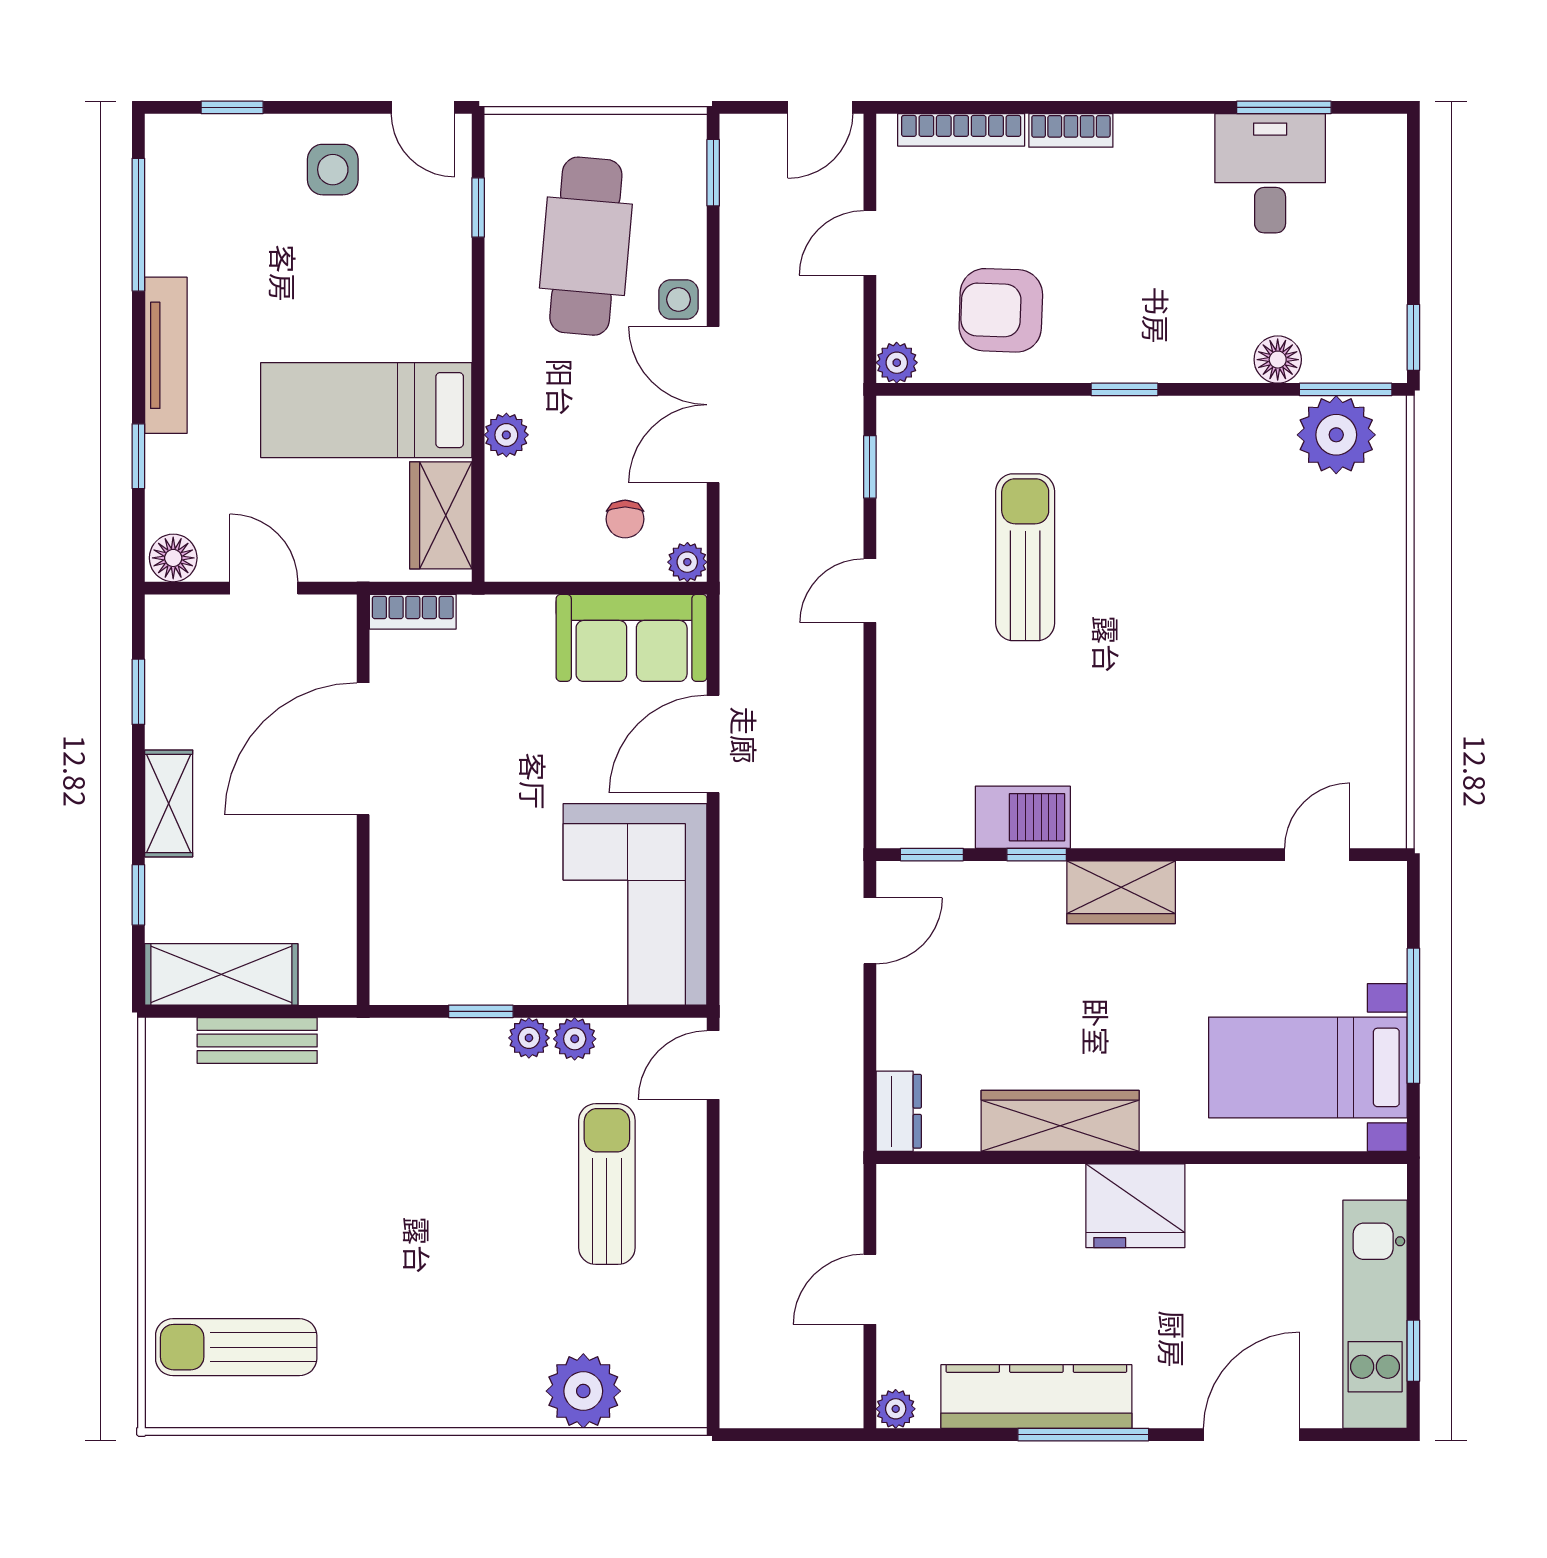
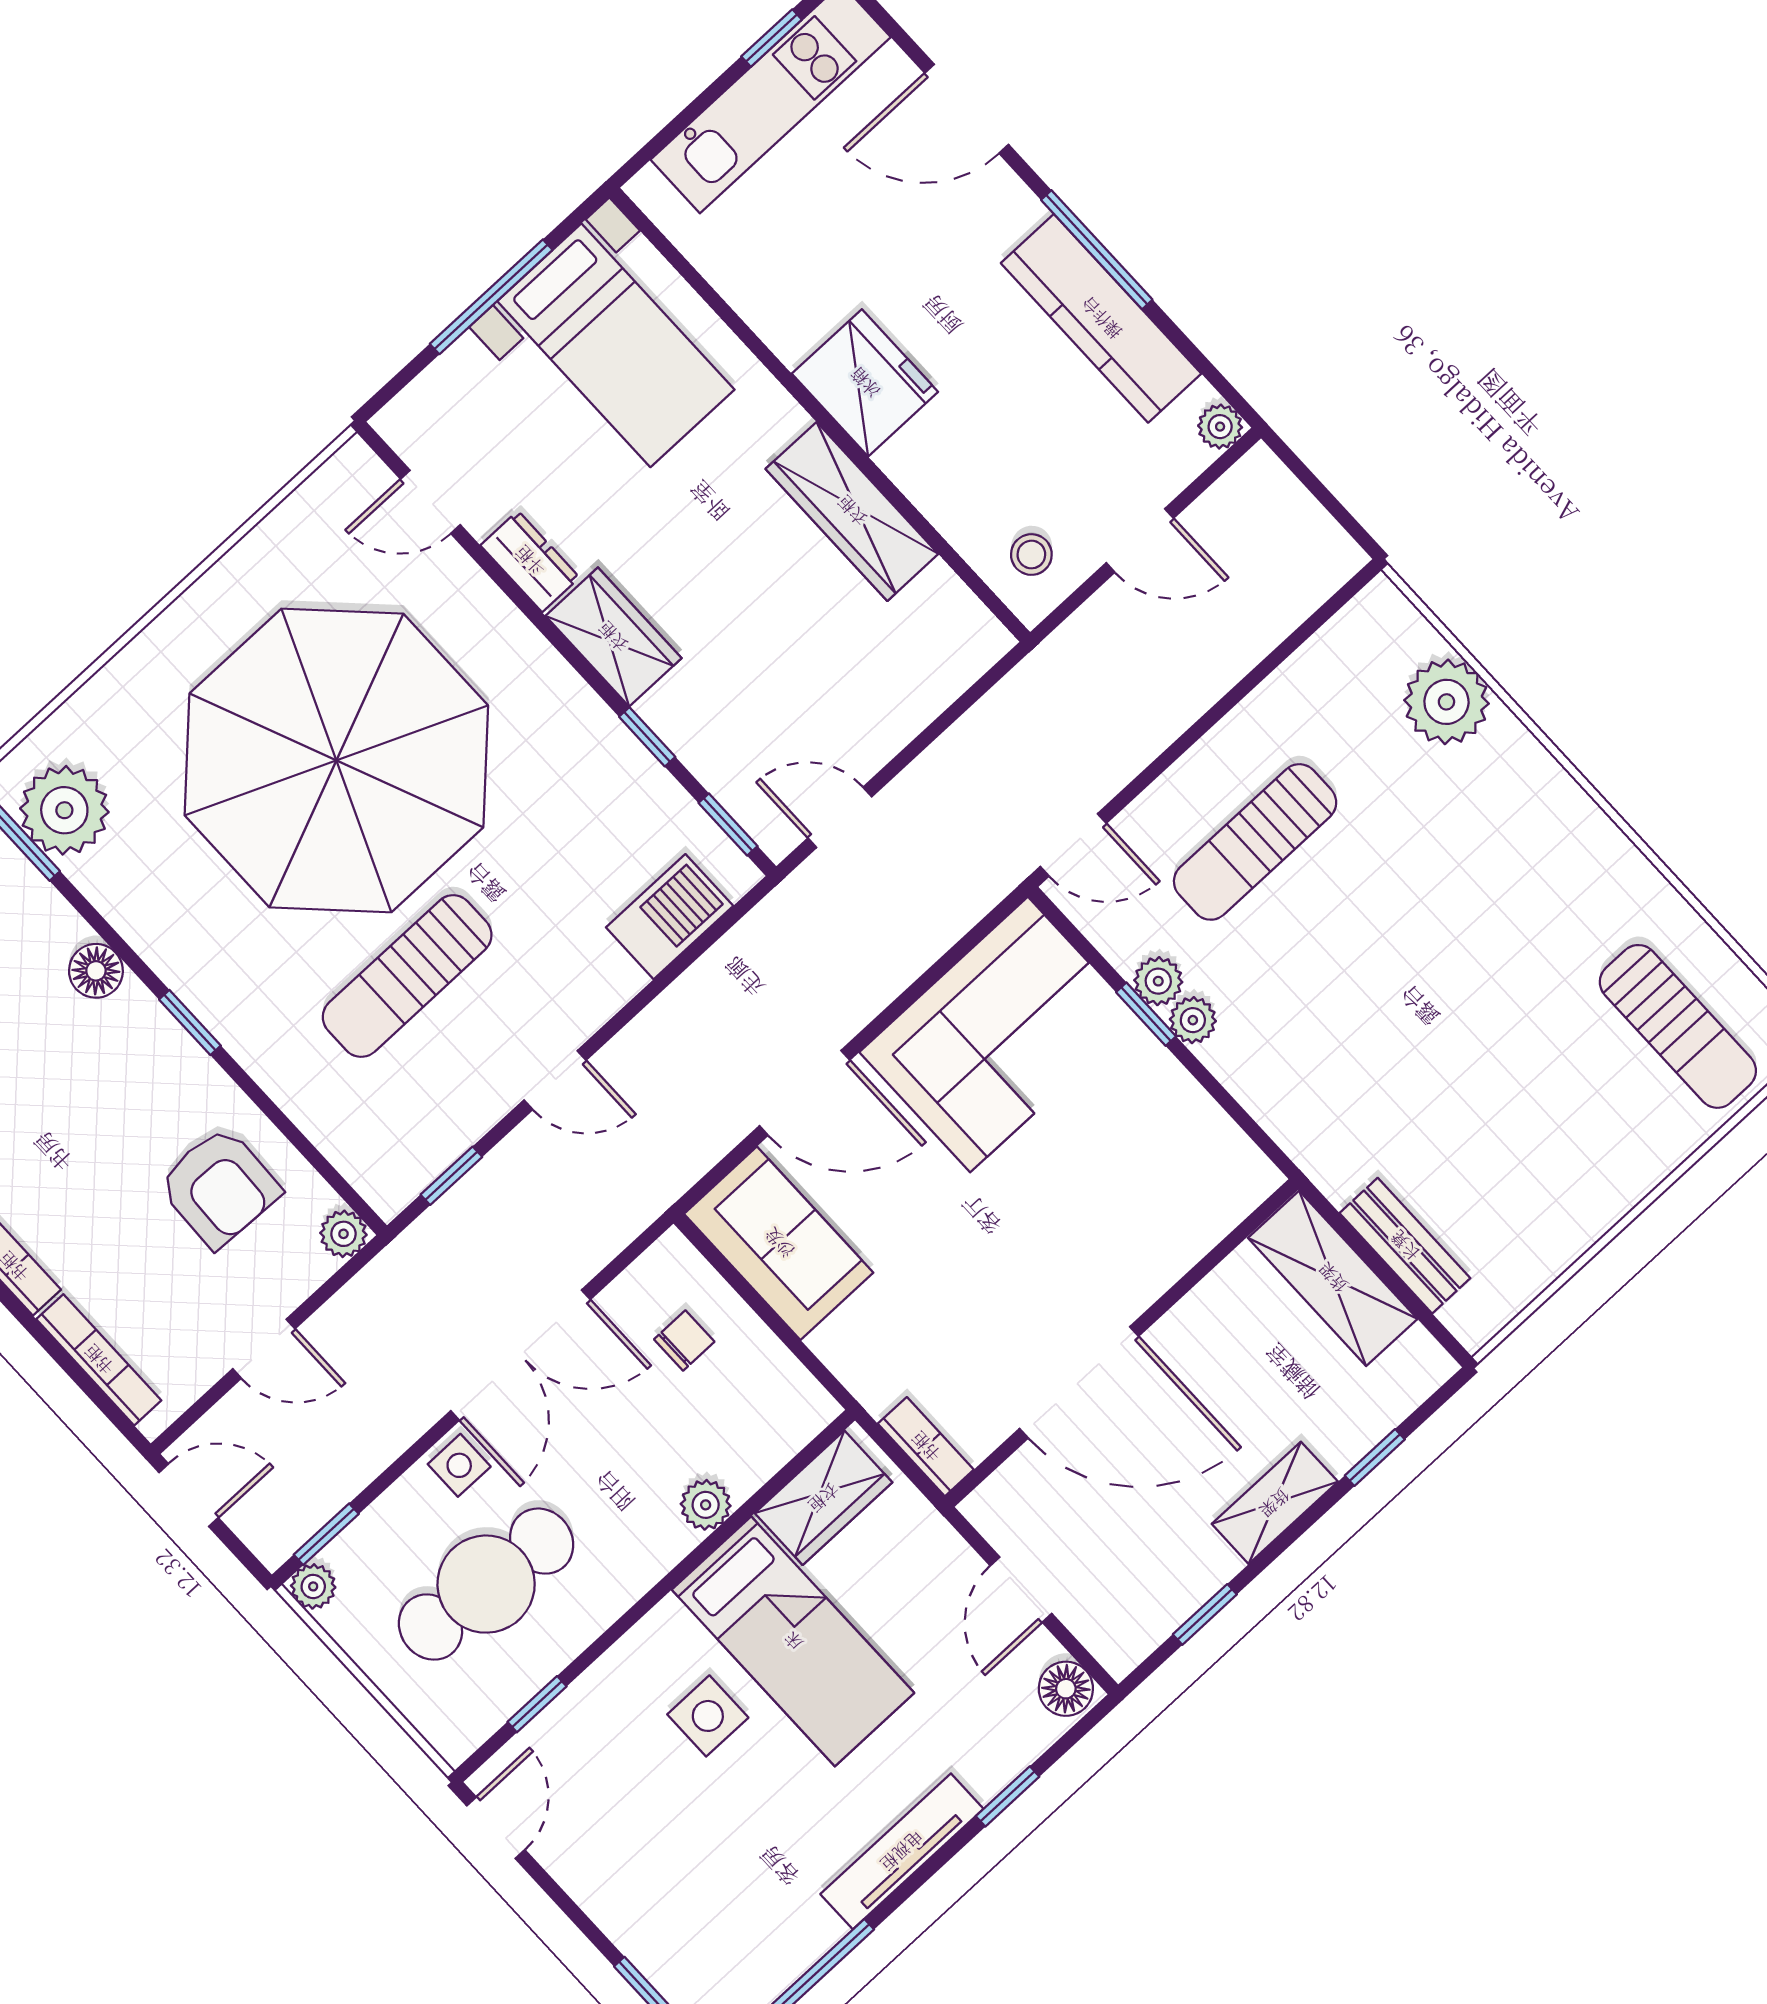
side table: (333, 170) -> (708, 1716), moved
floor lamp: (1278, 360) -> (96, 971), moved
plant: (687, 562) -> (313, 1586), moved
parasol: (1206, 640) -> (336, 760), added
barbecue: (1023, 817) -> (670, 917), moved, turned 90
shelving: (221, 974) -> (1333, 1278), moved
window: (481, 1011) -> (1146, 1014), moved
dresser: (899, 1111) -> (530, 561), moved, turned 90
stool: (925, 1211) -> (1031, 555), added

